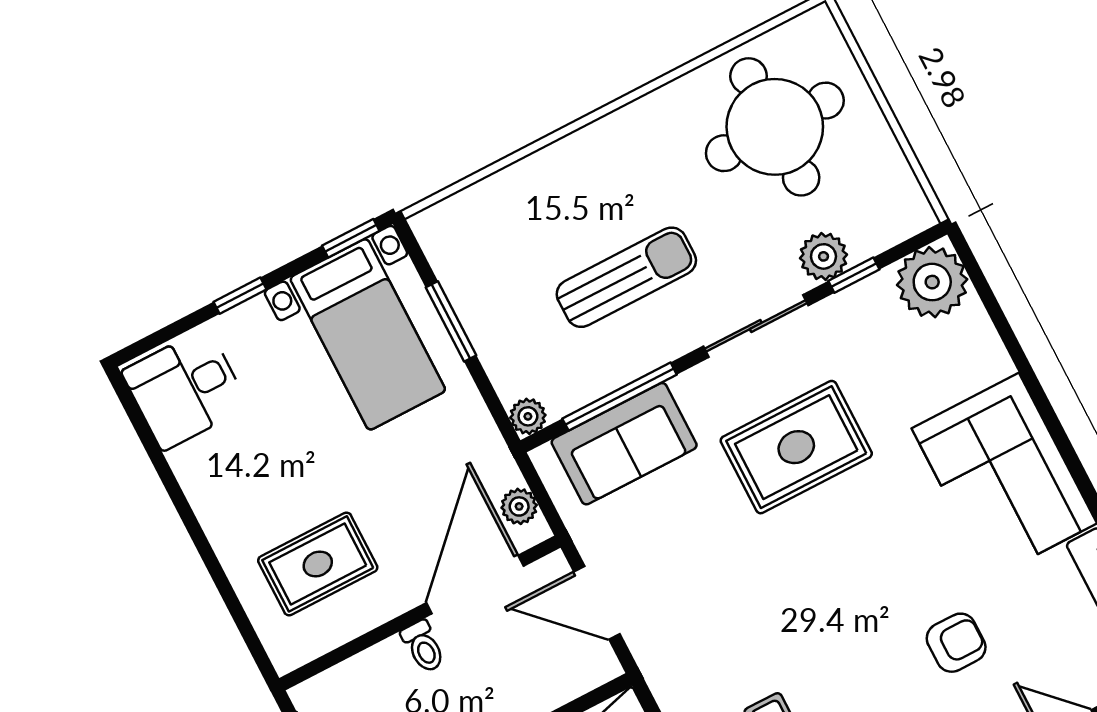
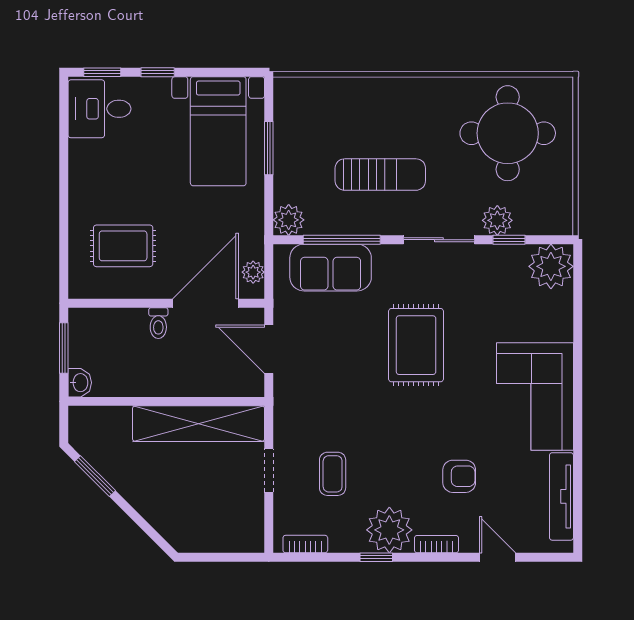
window: (351, 238) -> (102, 72), moved
plant: (528, 416) -> (289, 220), width x1.38, depth x1.38
rug: (796, 447) -> (416, 345), moved, turned 90

